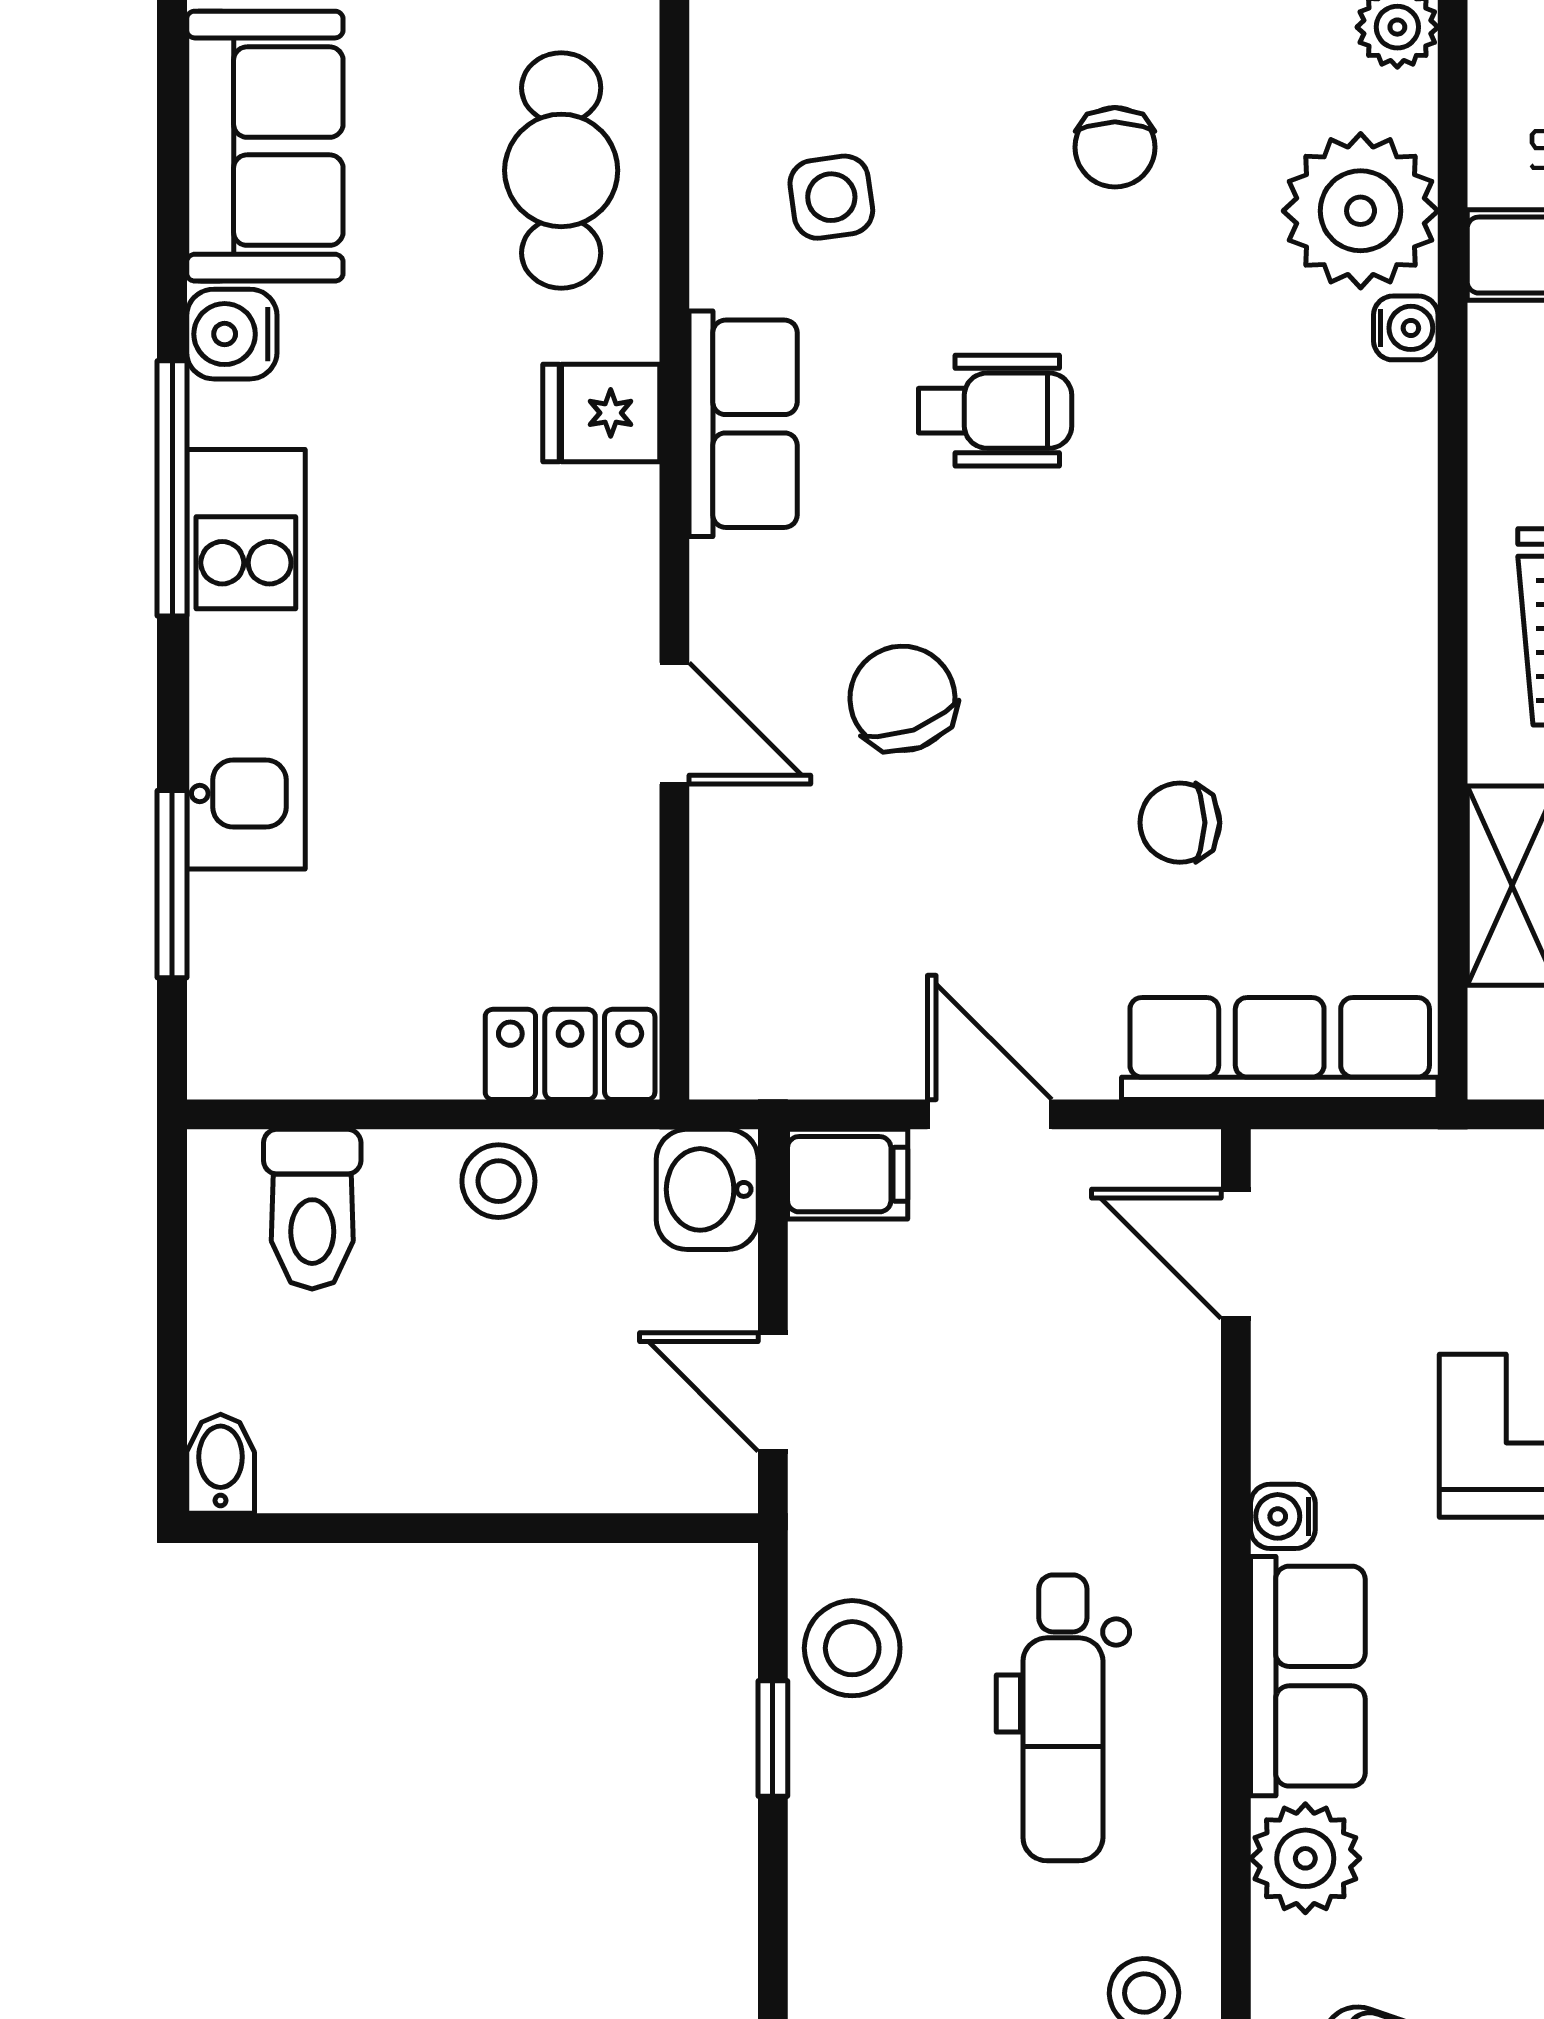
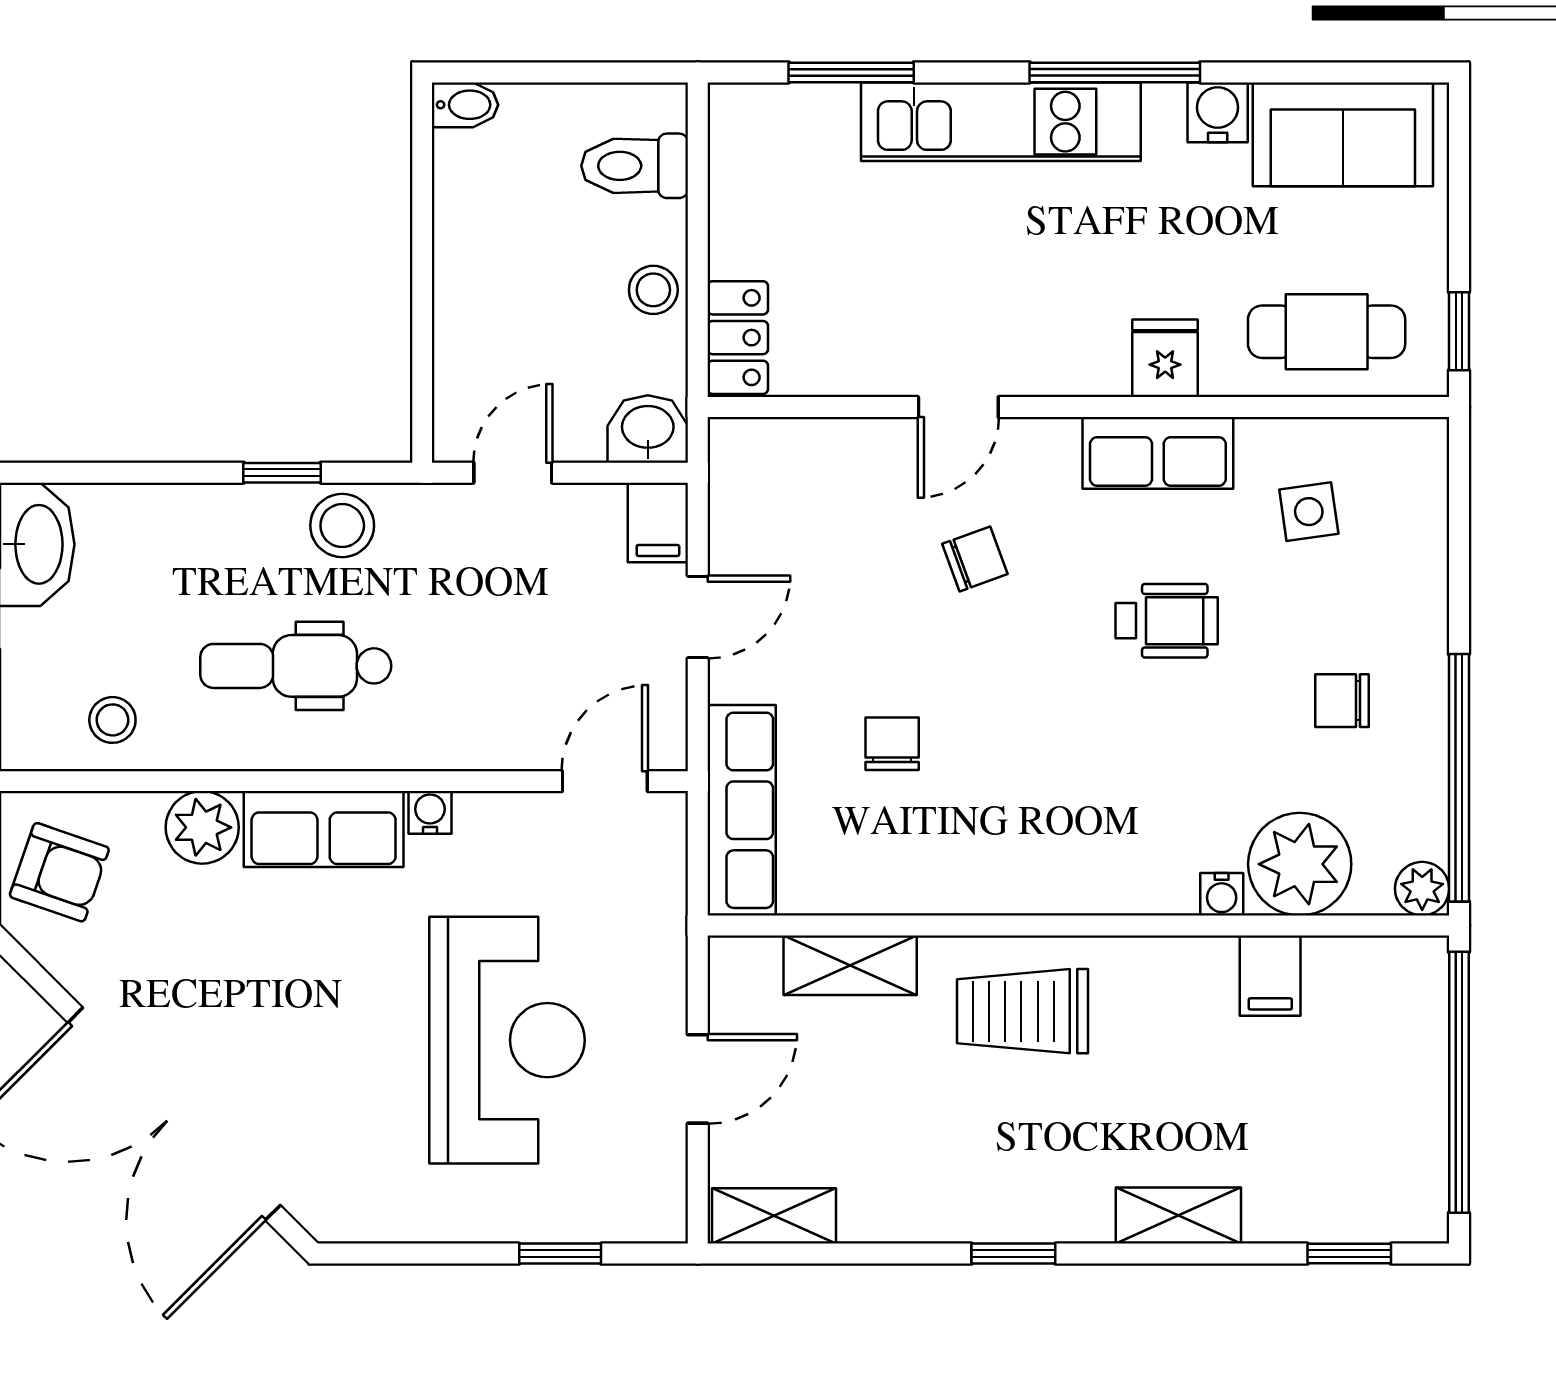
wheelchair: (995, 411) -> (1167, 621), turned -90
chair: (902, 698) -> (975, 559), width x0.73, depth x0.73

